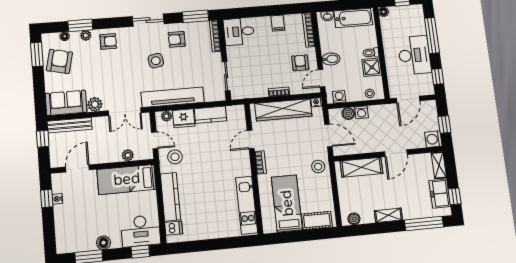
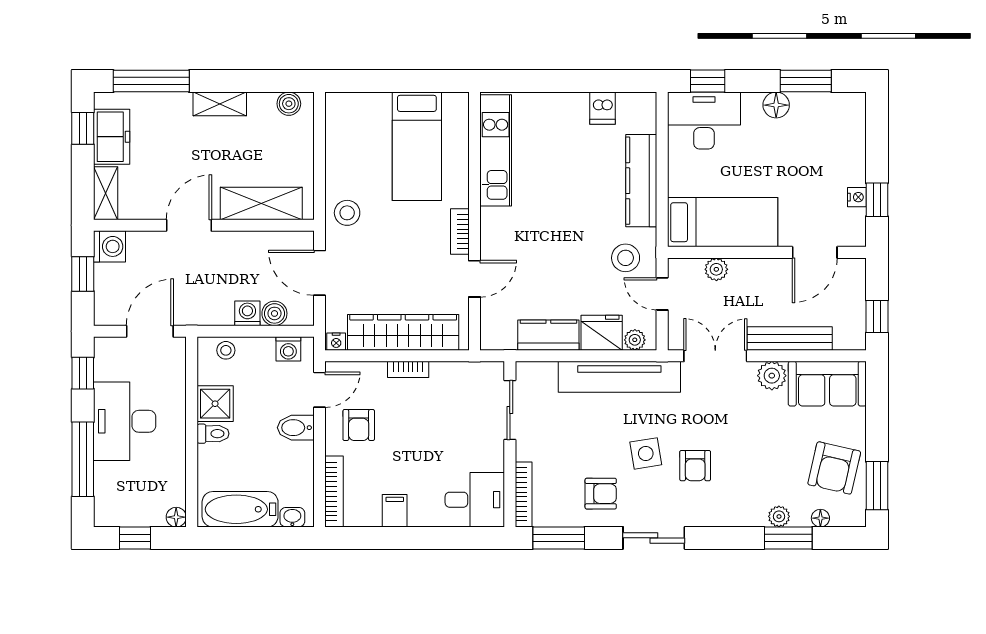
armchair: (108, 41) -> (695, 466), moved, turned -90
bench: (70, 125) -> (790, 338), moved
cot: (317, 220) -> (362, 107), removed
dishwasher: (174, 228) -> (603, 108), moved, turned -90

